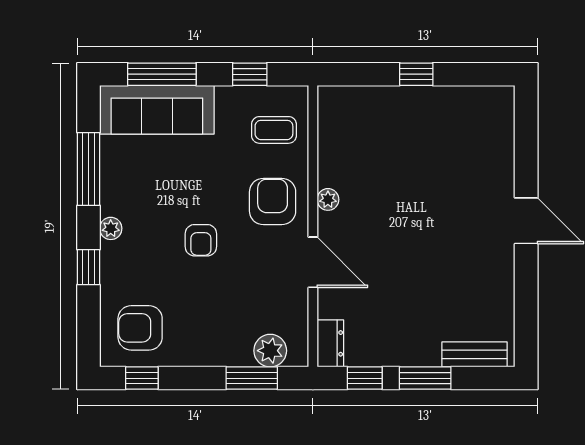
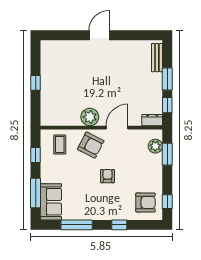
sofa: (157, 110) -> (51, 202), width x0.73
plant: (328, 199) -> (90, 117), width x1.87, depth x1.87
armchair: (273, 201) -> (91, 145), turned -153
plant: (111, 228) -> (102, 215), removed
armchair: (201, 240) -> (107, 176), turned -90
armchair: (140, 328) -> (145, 202), turned -90

